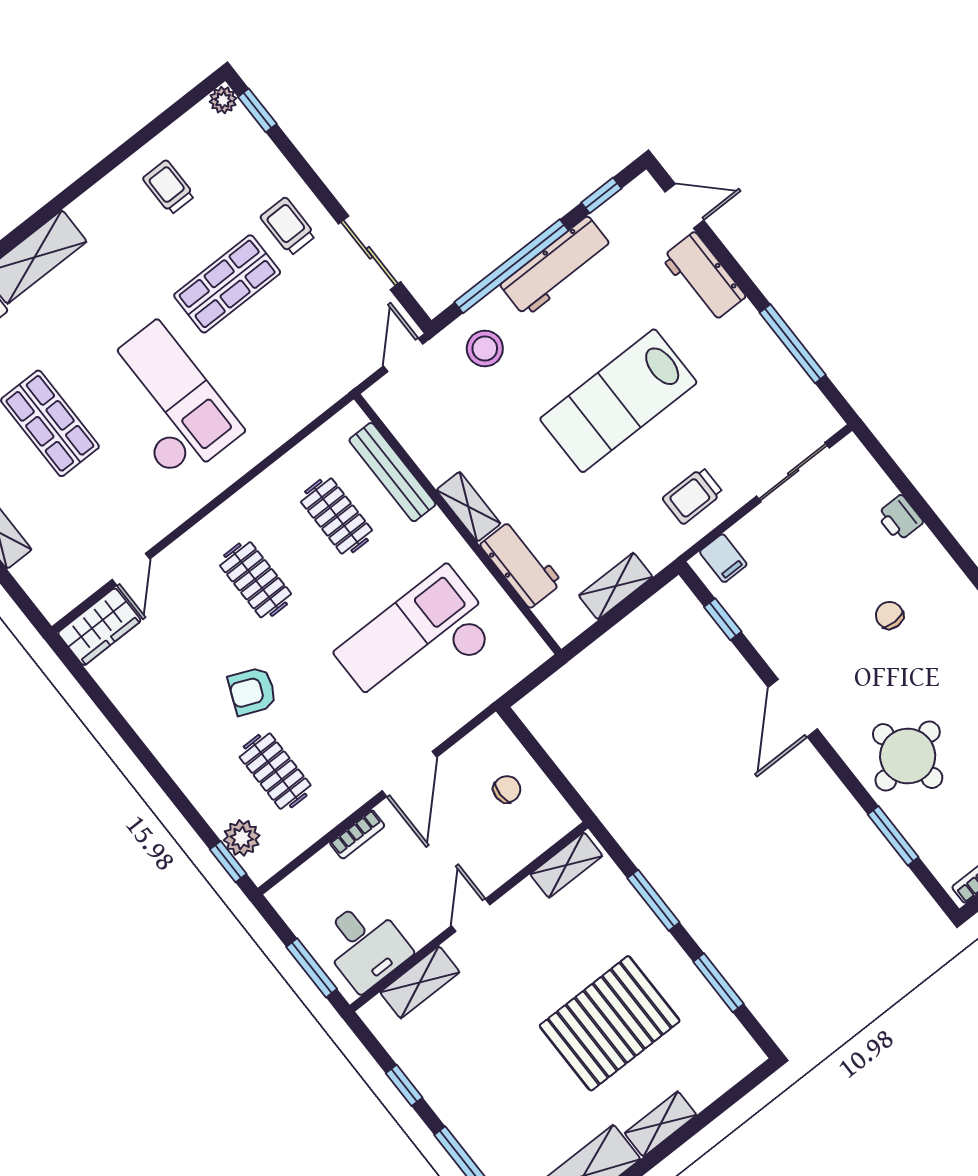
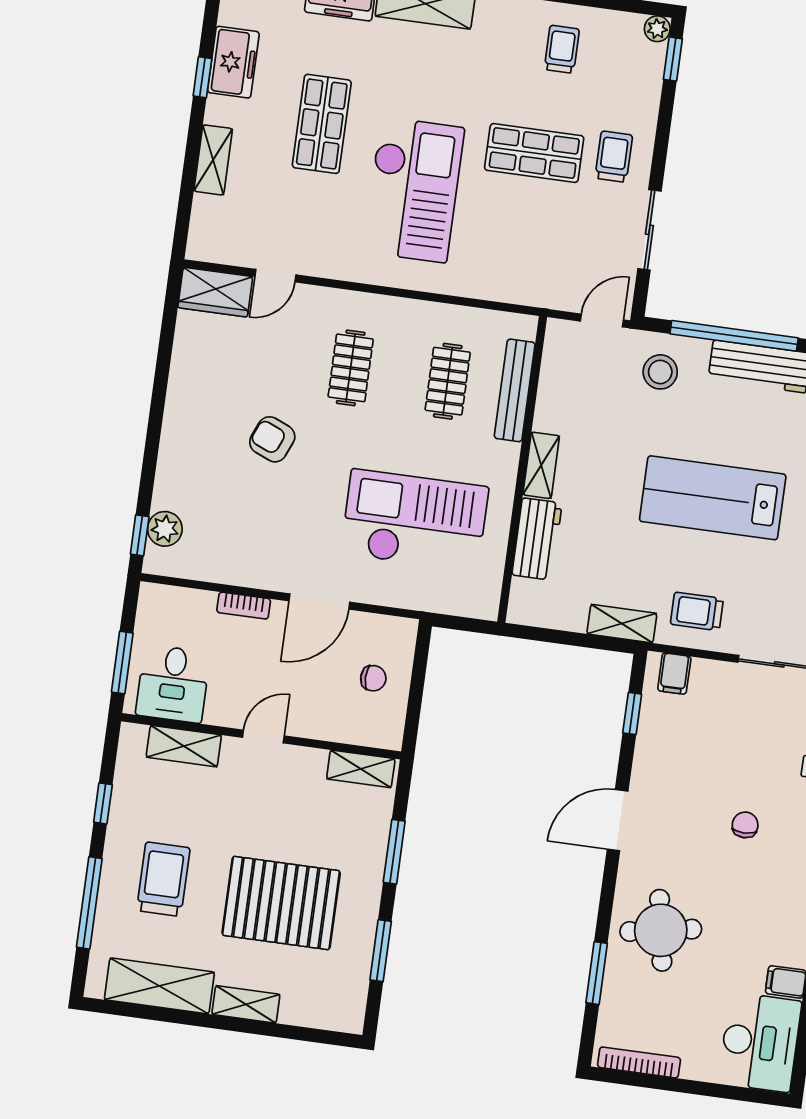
shelving: (616, 586) -> (622, 624), moved
clothes rail: (275, 771) -> (233, 508), removed
trolley: (506, 1095) -> (163, 879), added

